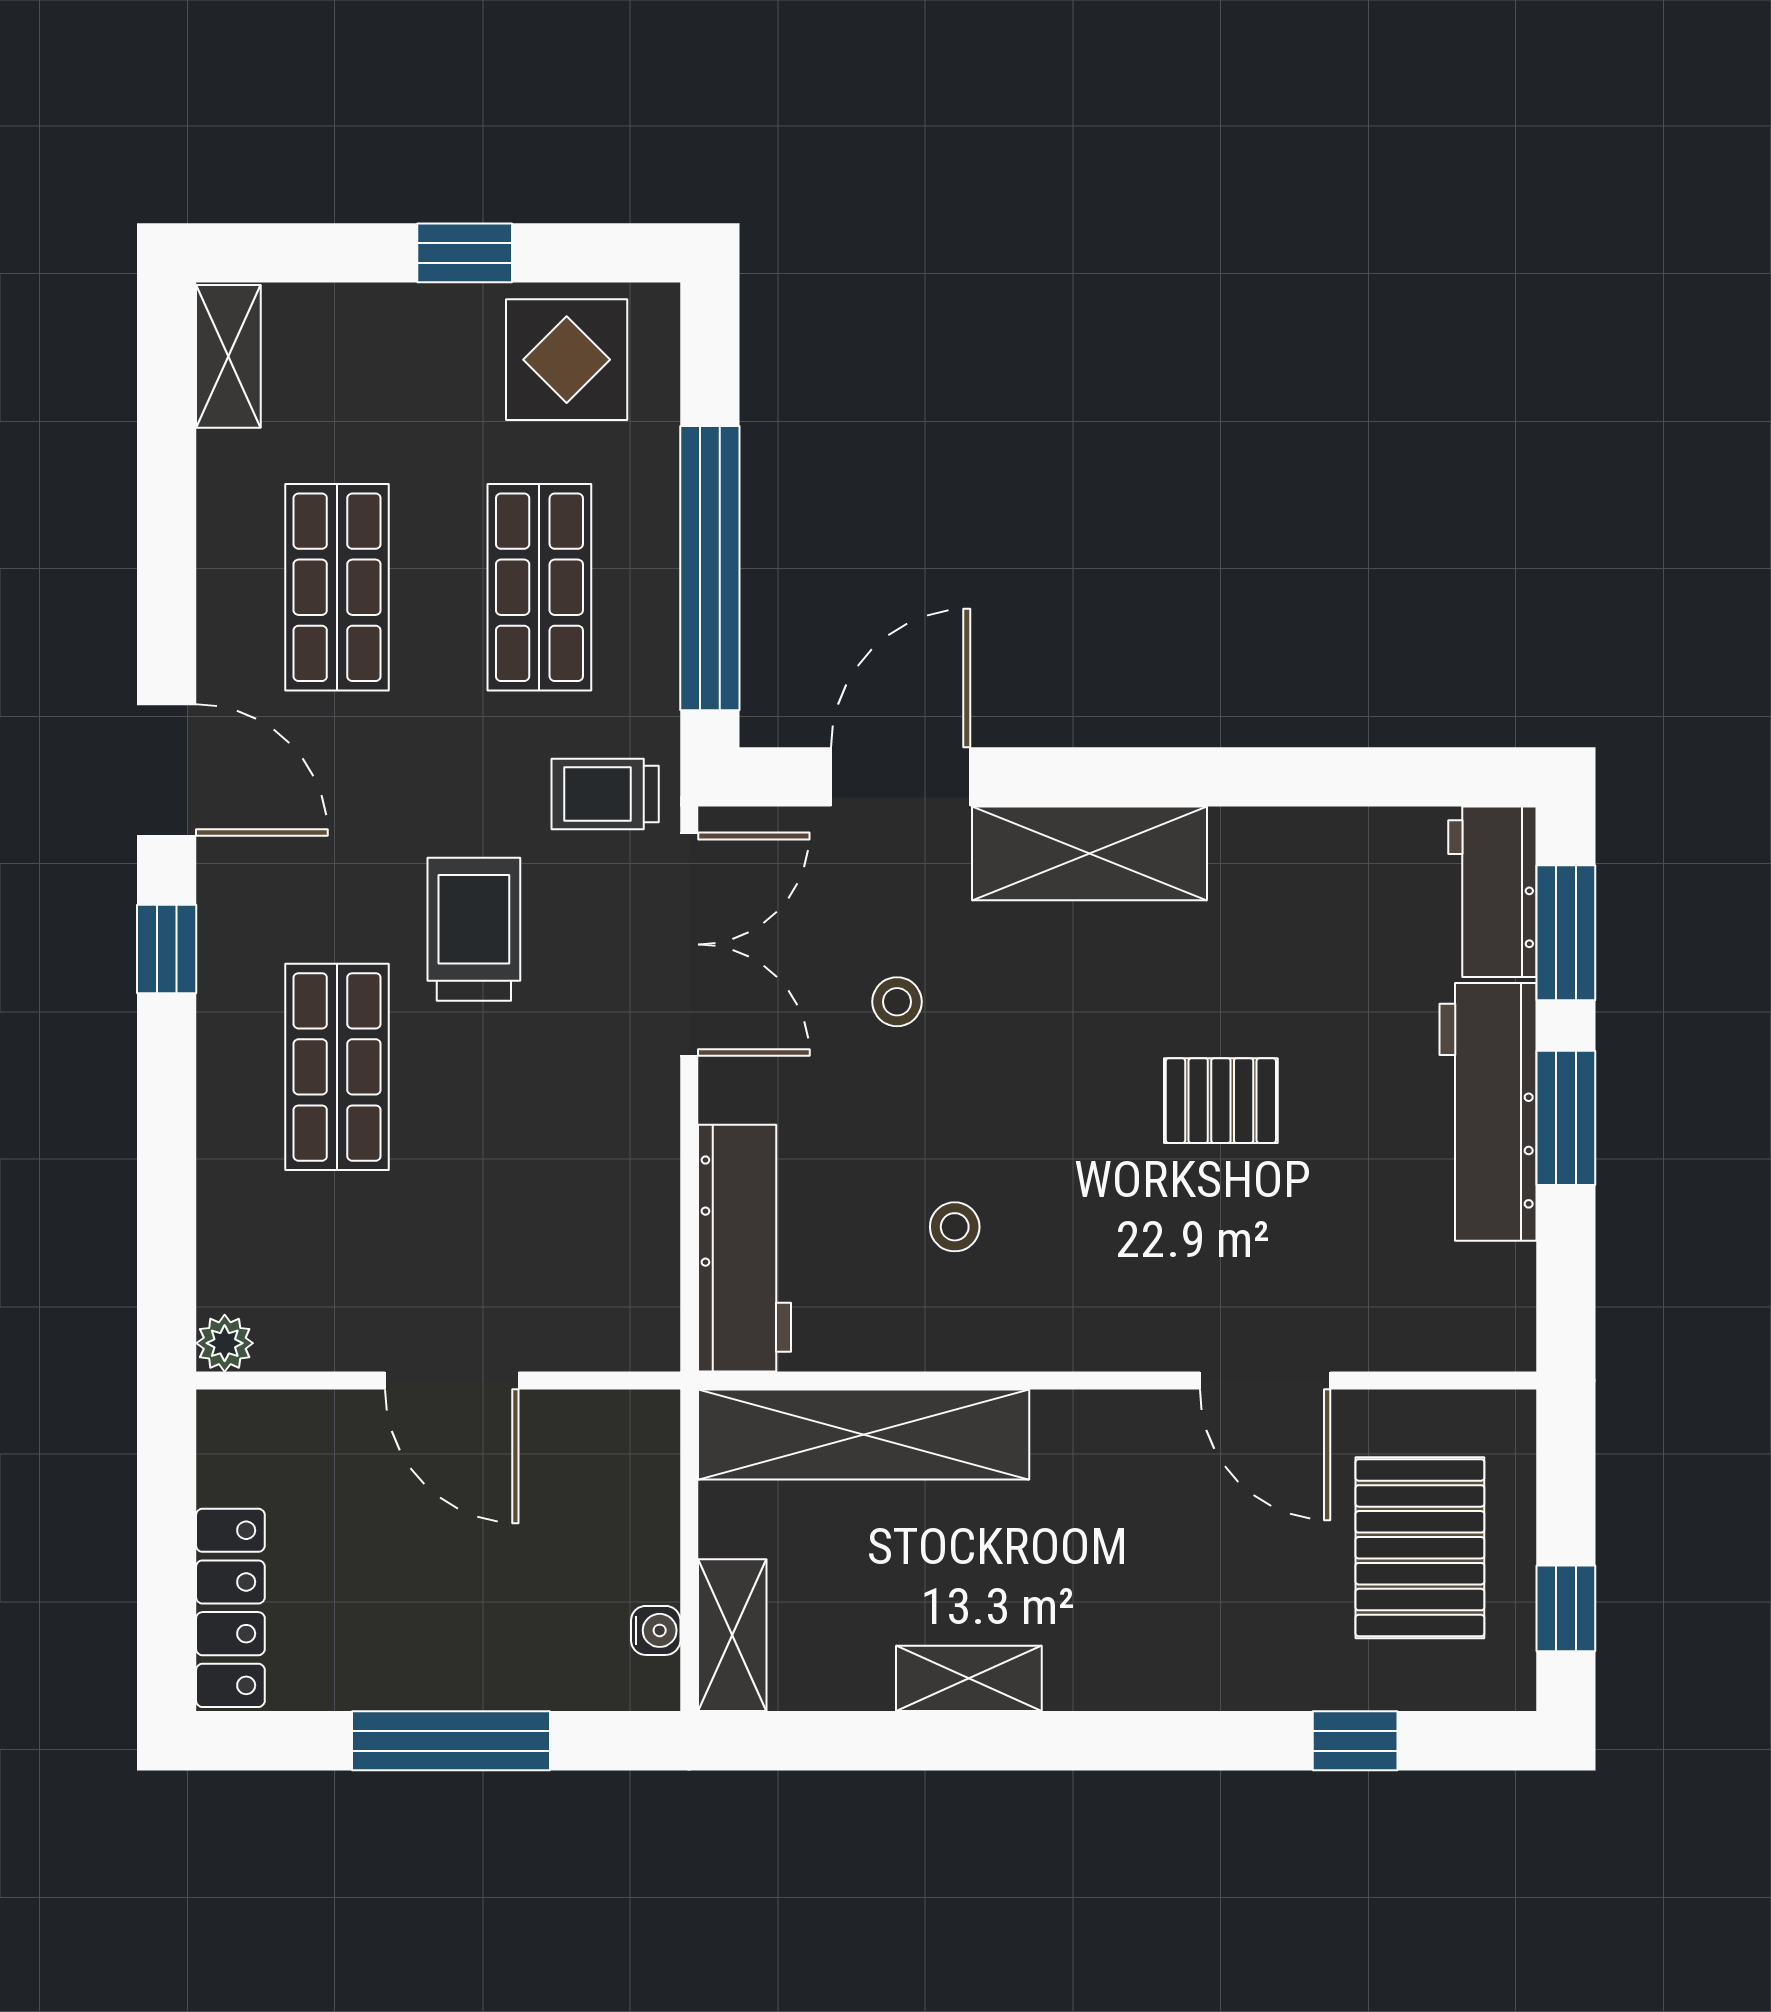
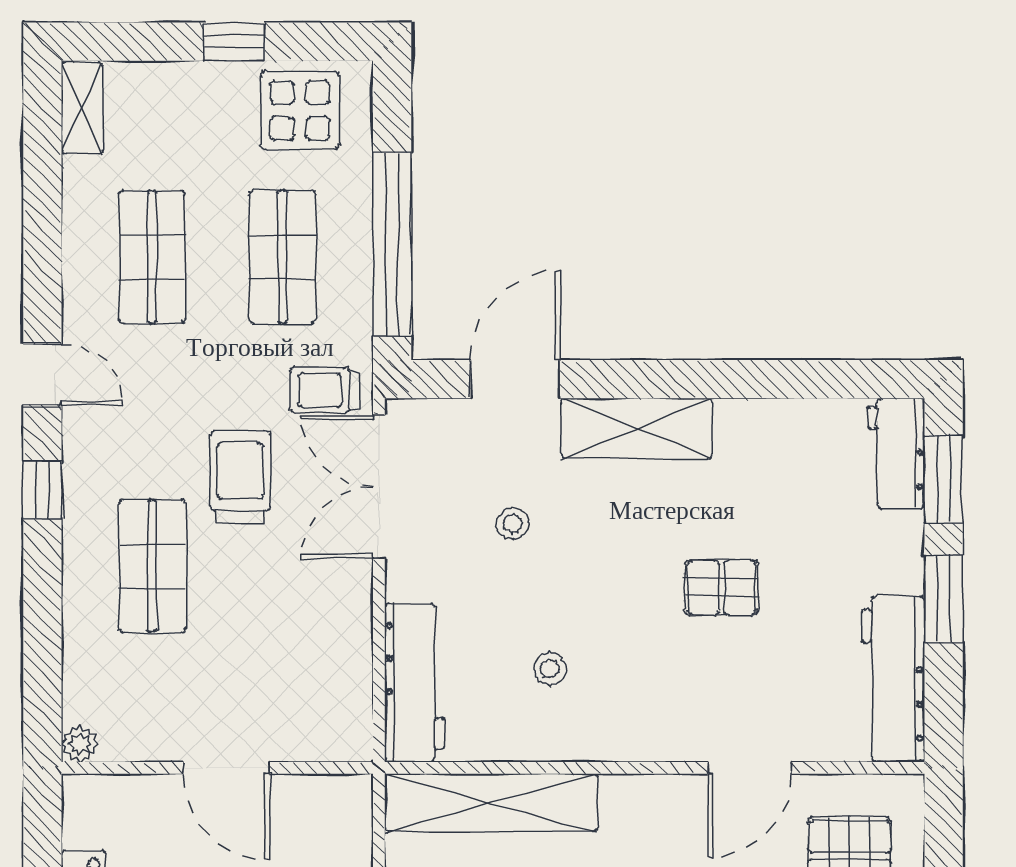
door: (167, 770) -> (42, 375), width x0.73
double door: (689, 944) -> (379, 487), swing flipped
workbench: (1488, 1112) -> (893, 679), moved
door: (1265, 1381) -> (750, 768), hinge flipped

